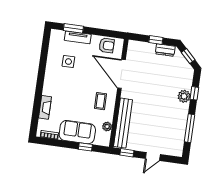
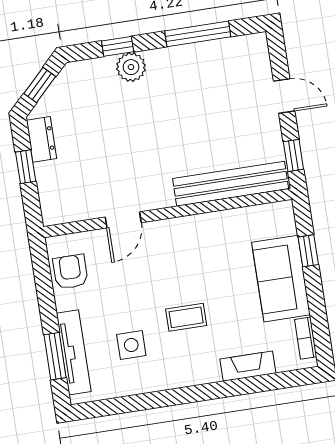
tv unit: (78, 37) -> (74, 352), width x1.41
door: (121, 74) -> (123, 220), width x0.53
coffee table: (101, 101) -> (186, 317), moved
plant: (107, 127) -> (249, 217), removed

